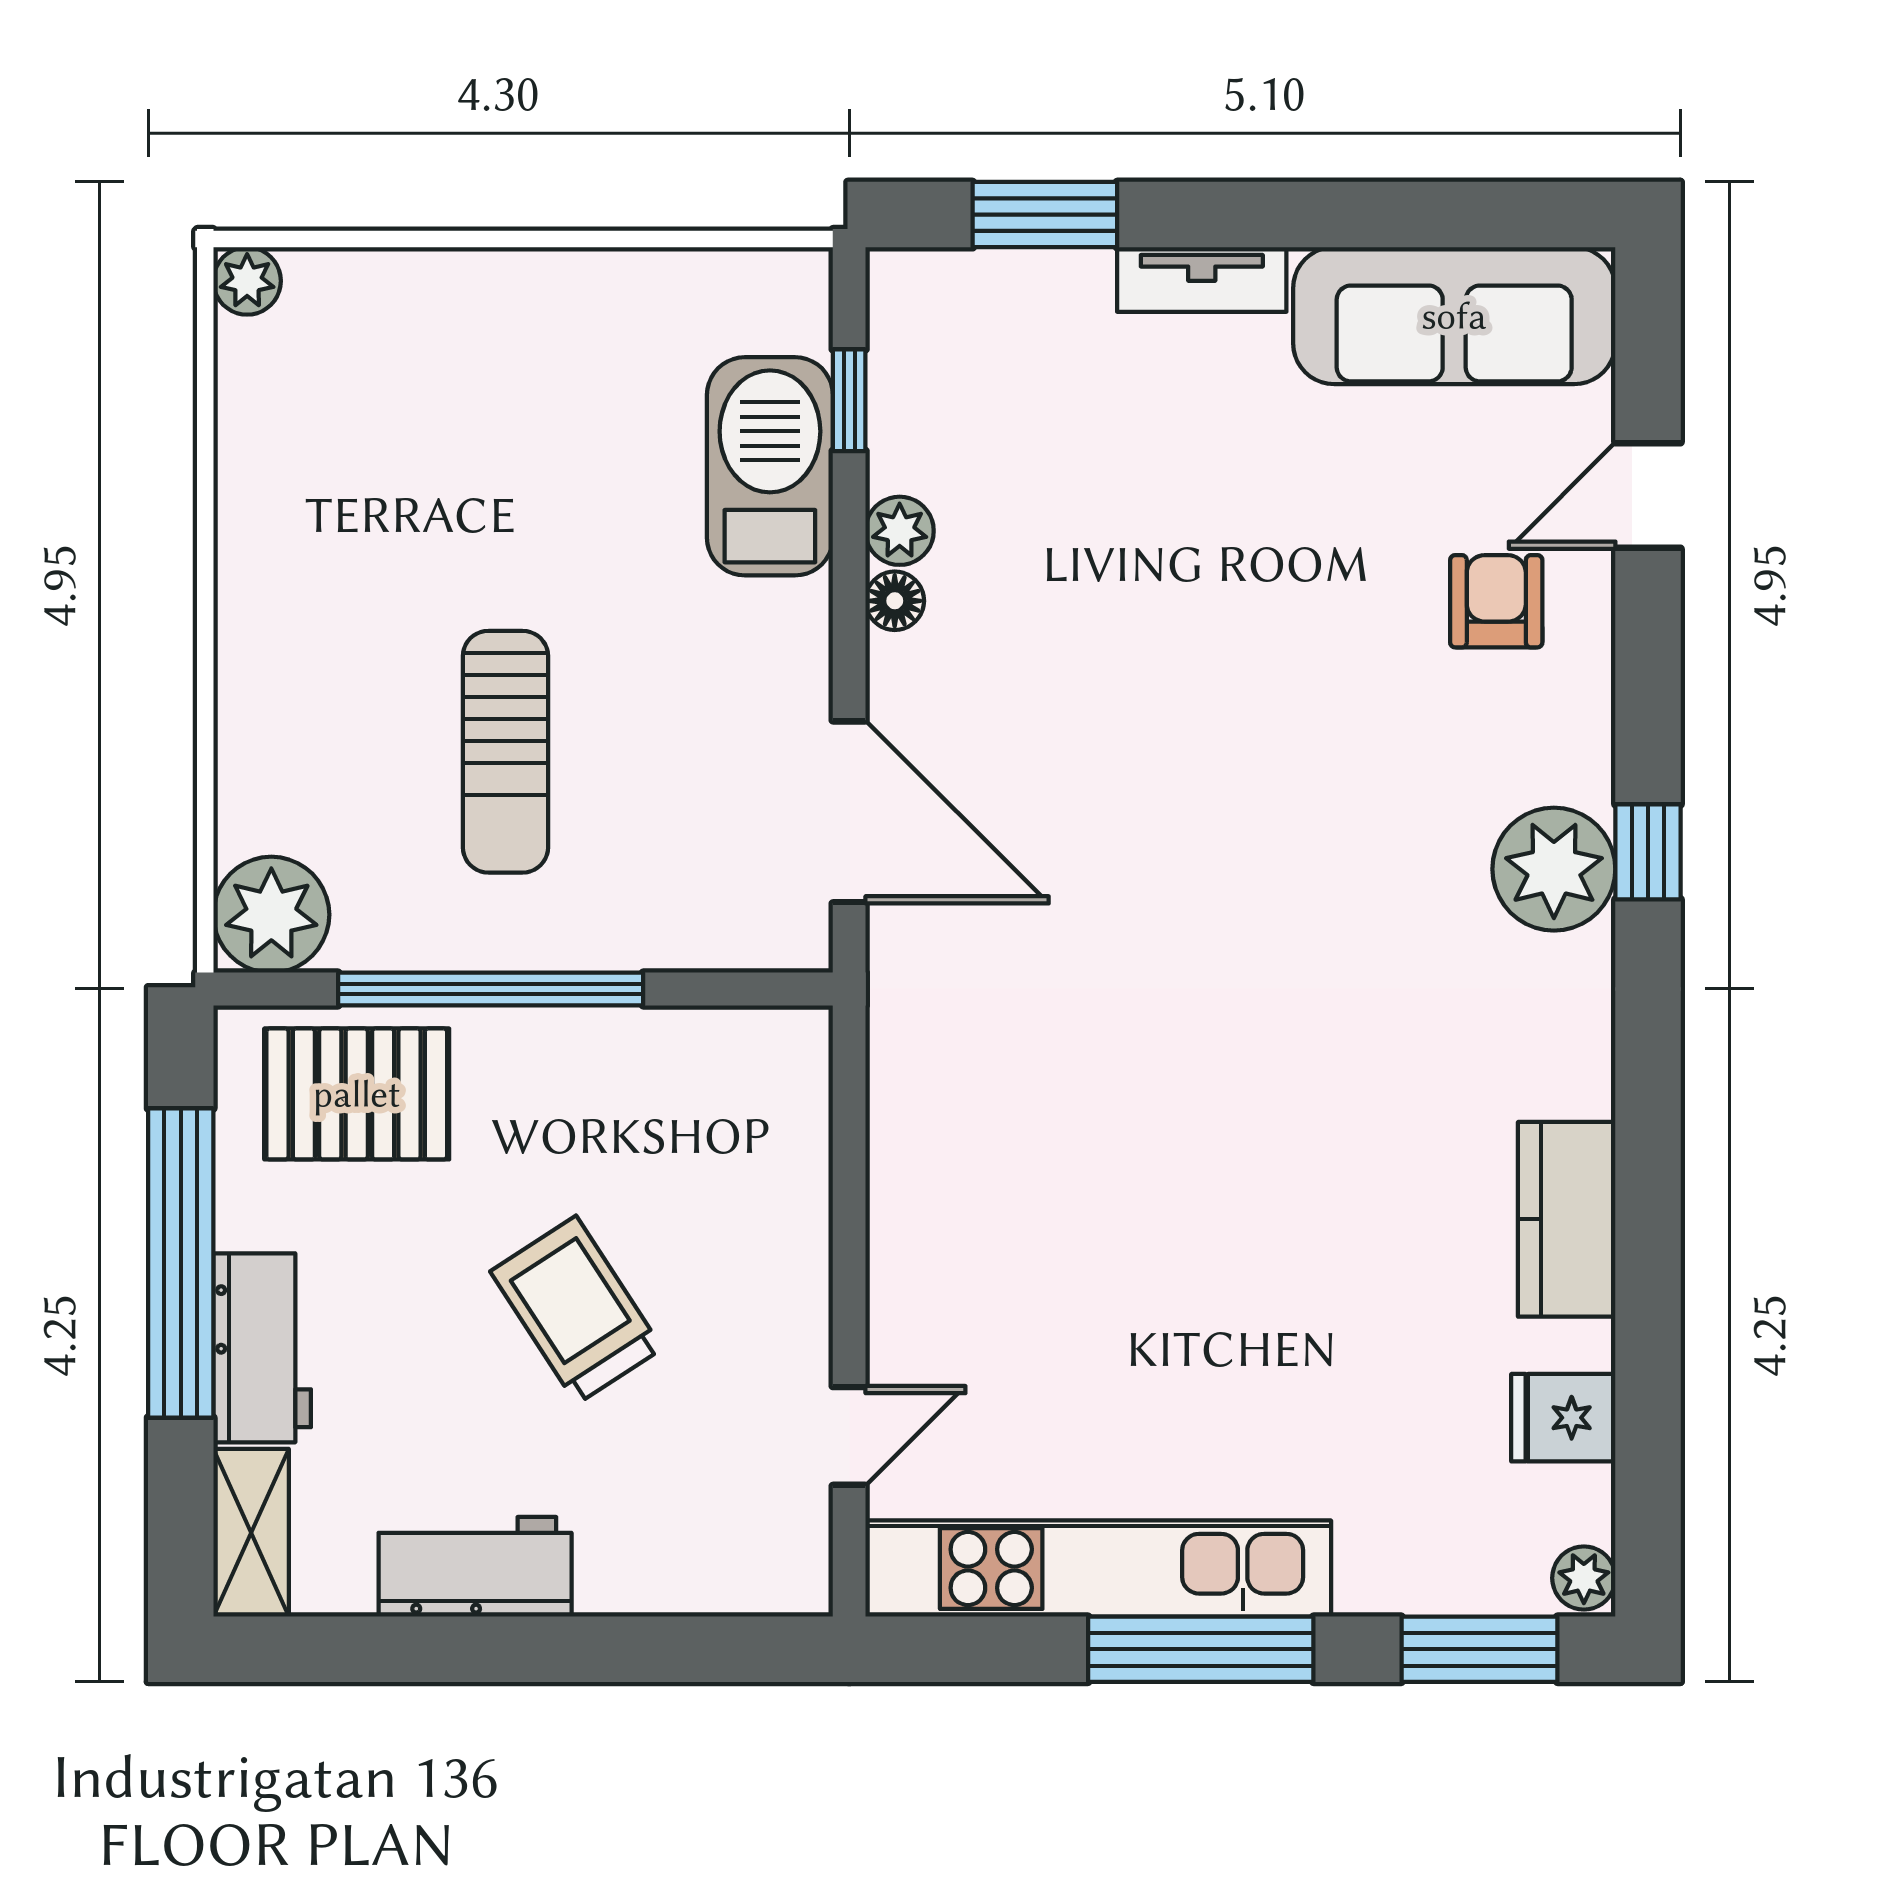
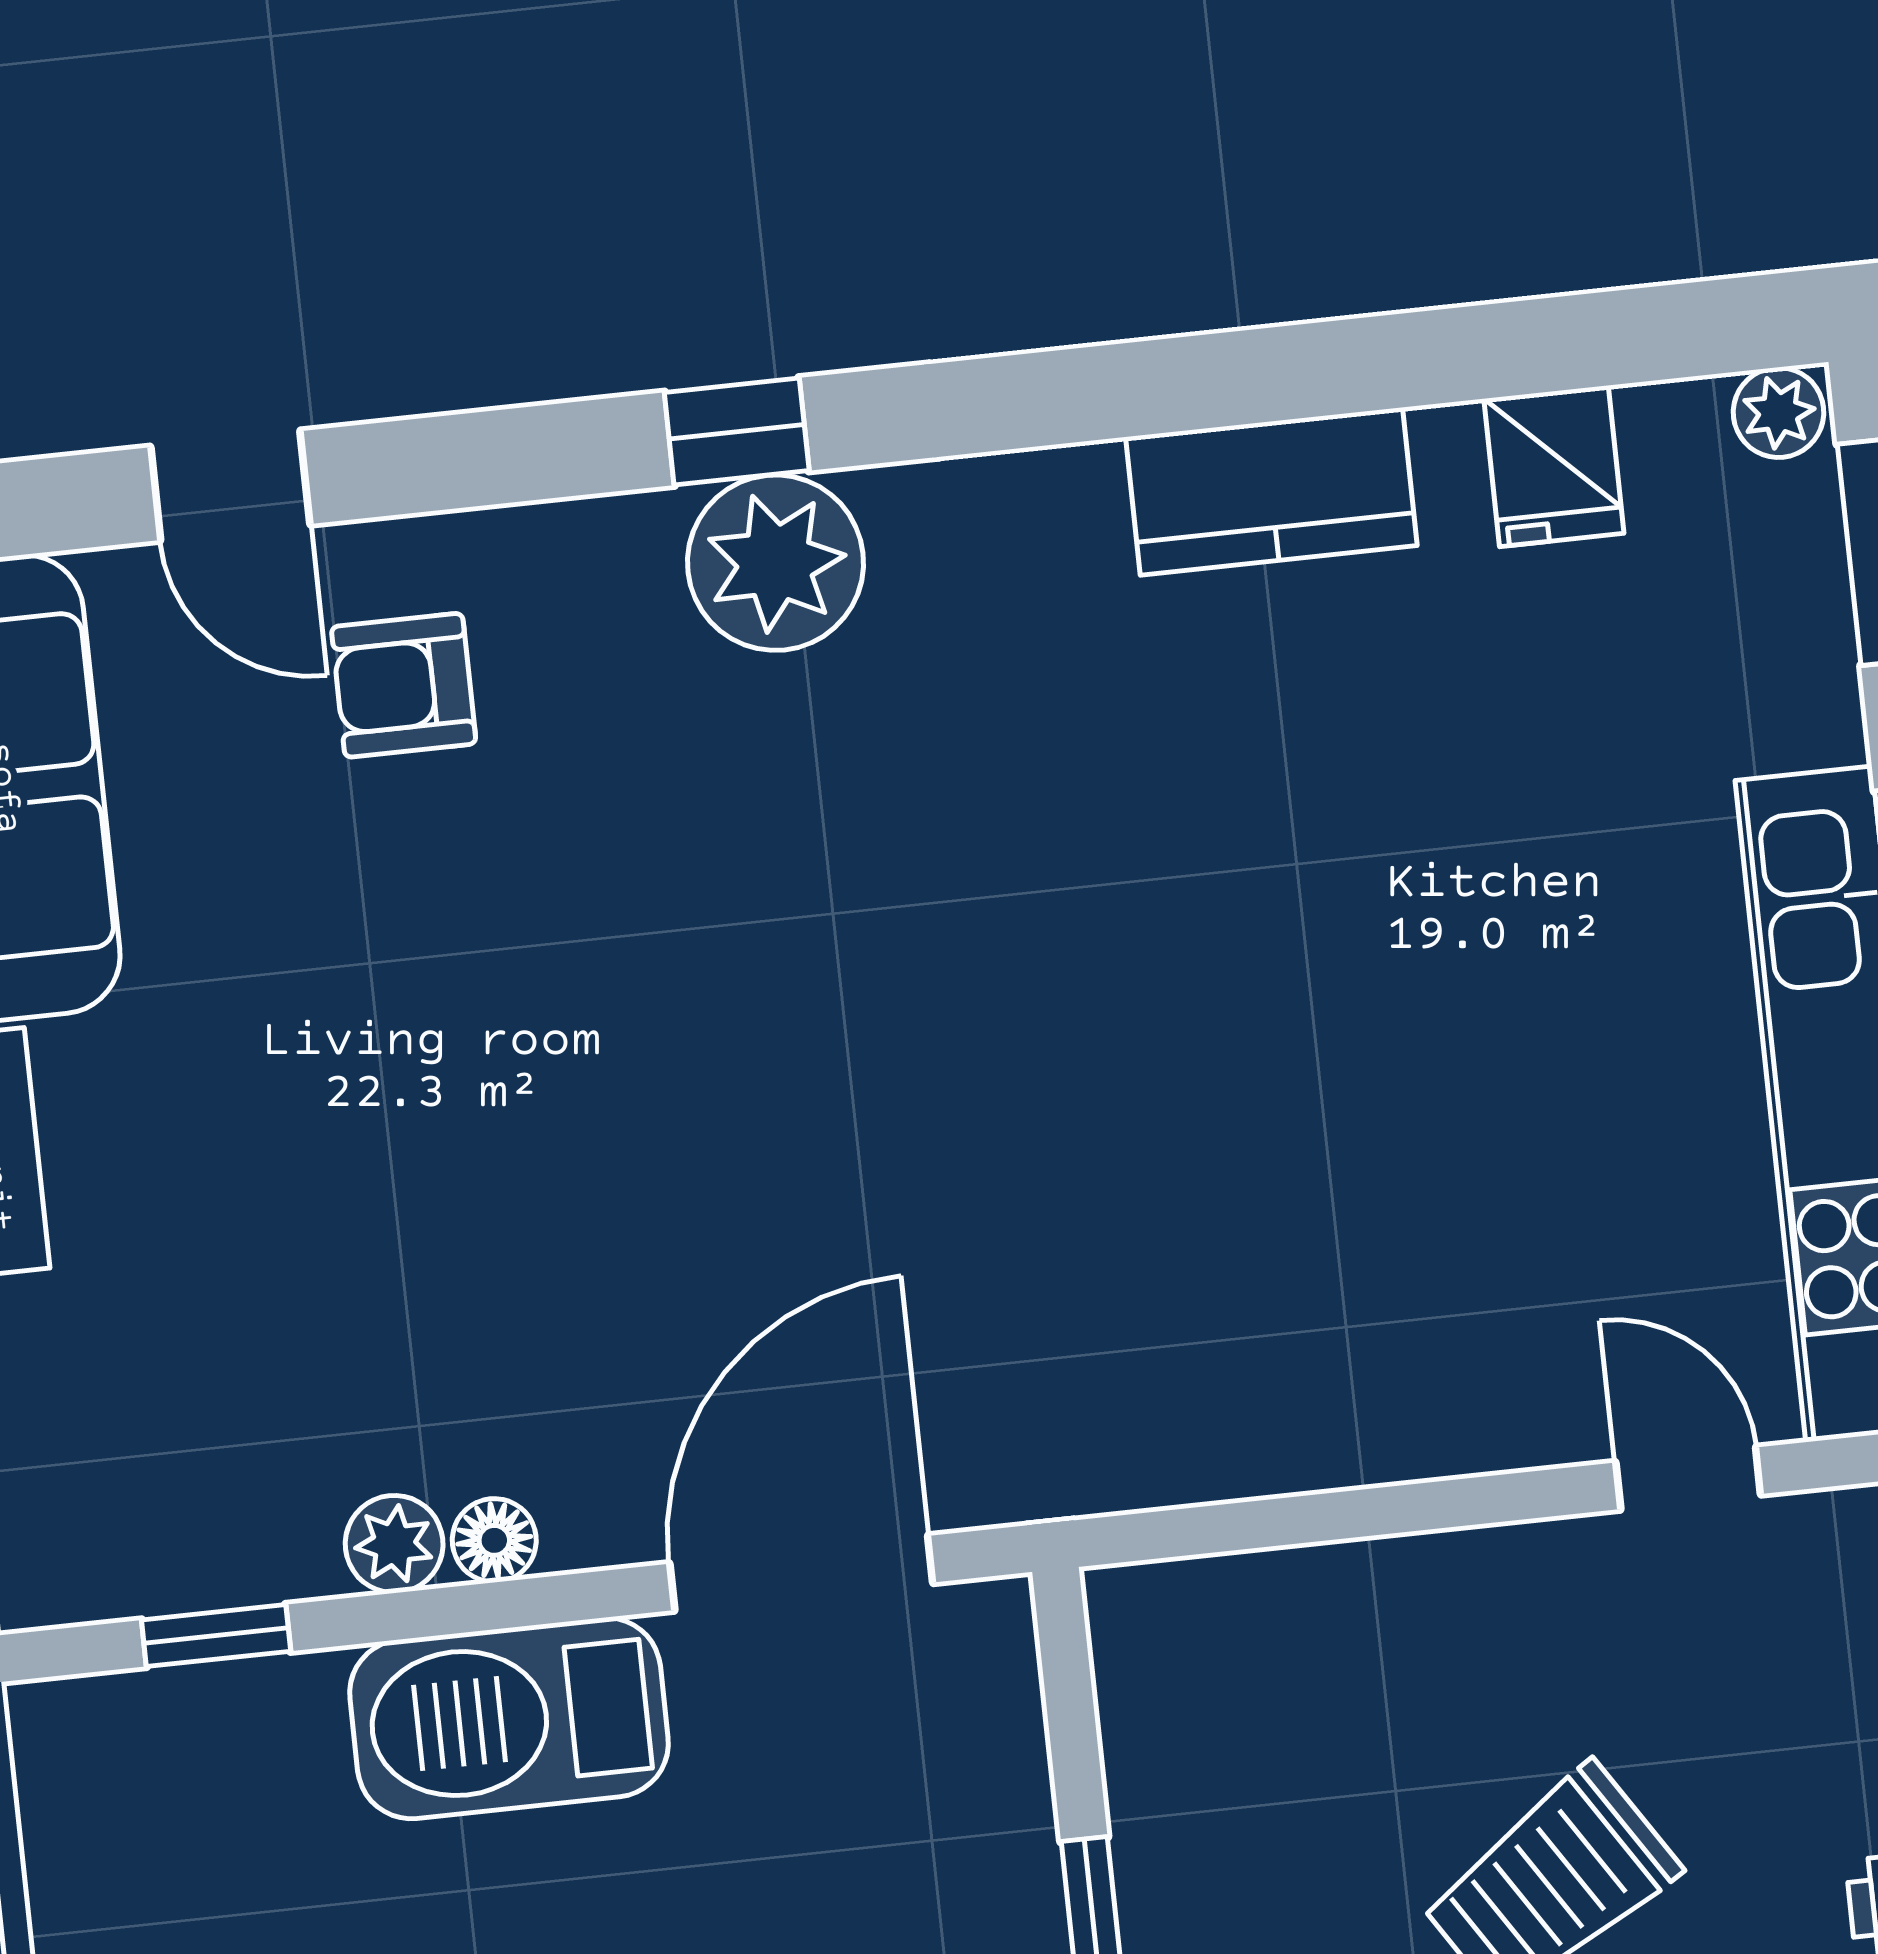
barbecue: (770, 466) -> (509, 1718), moved

